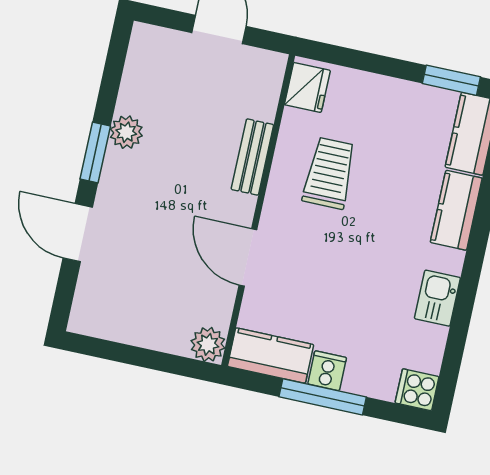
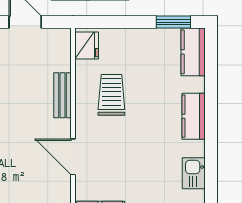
kitchen counter: (456, 210) -> (194, 116), moved
kitchen sink: (437, 298) -> (194, 173), moved

